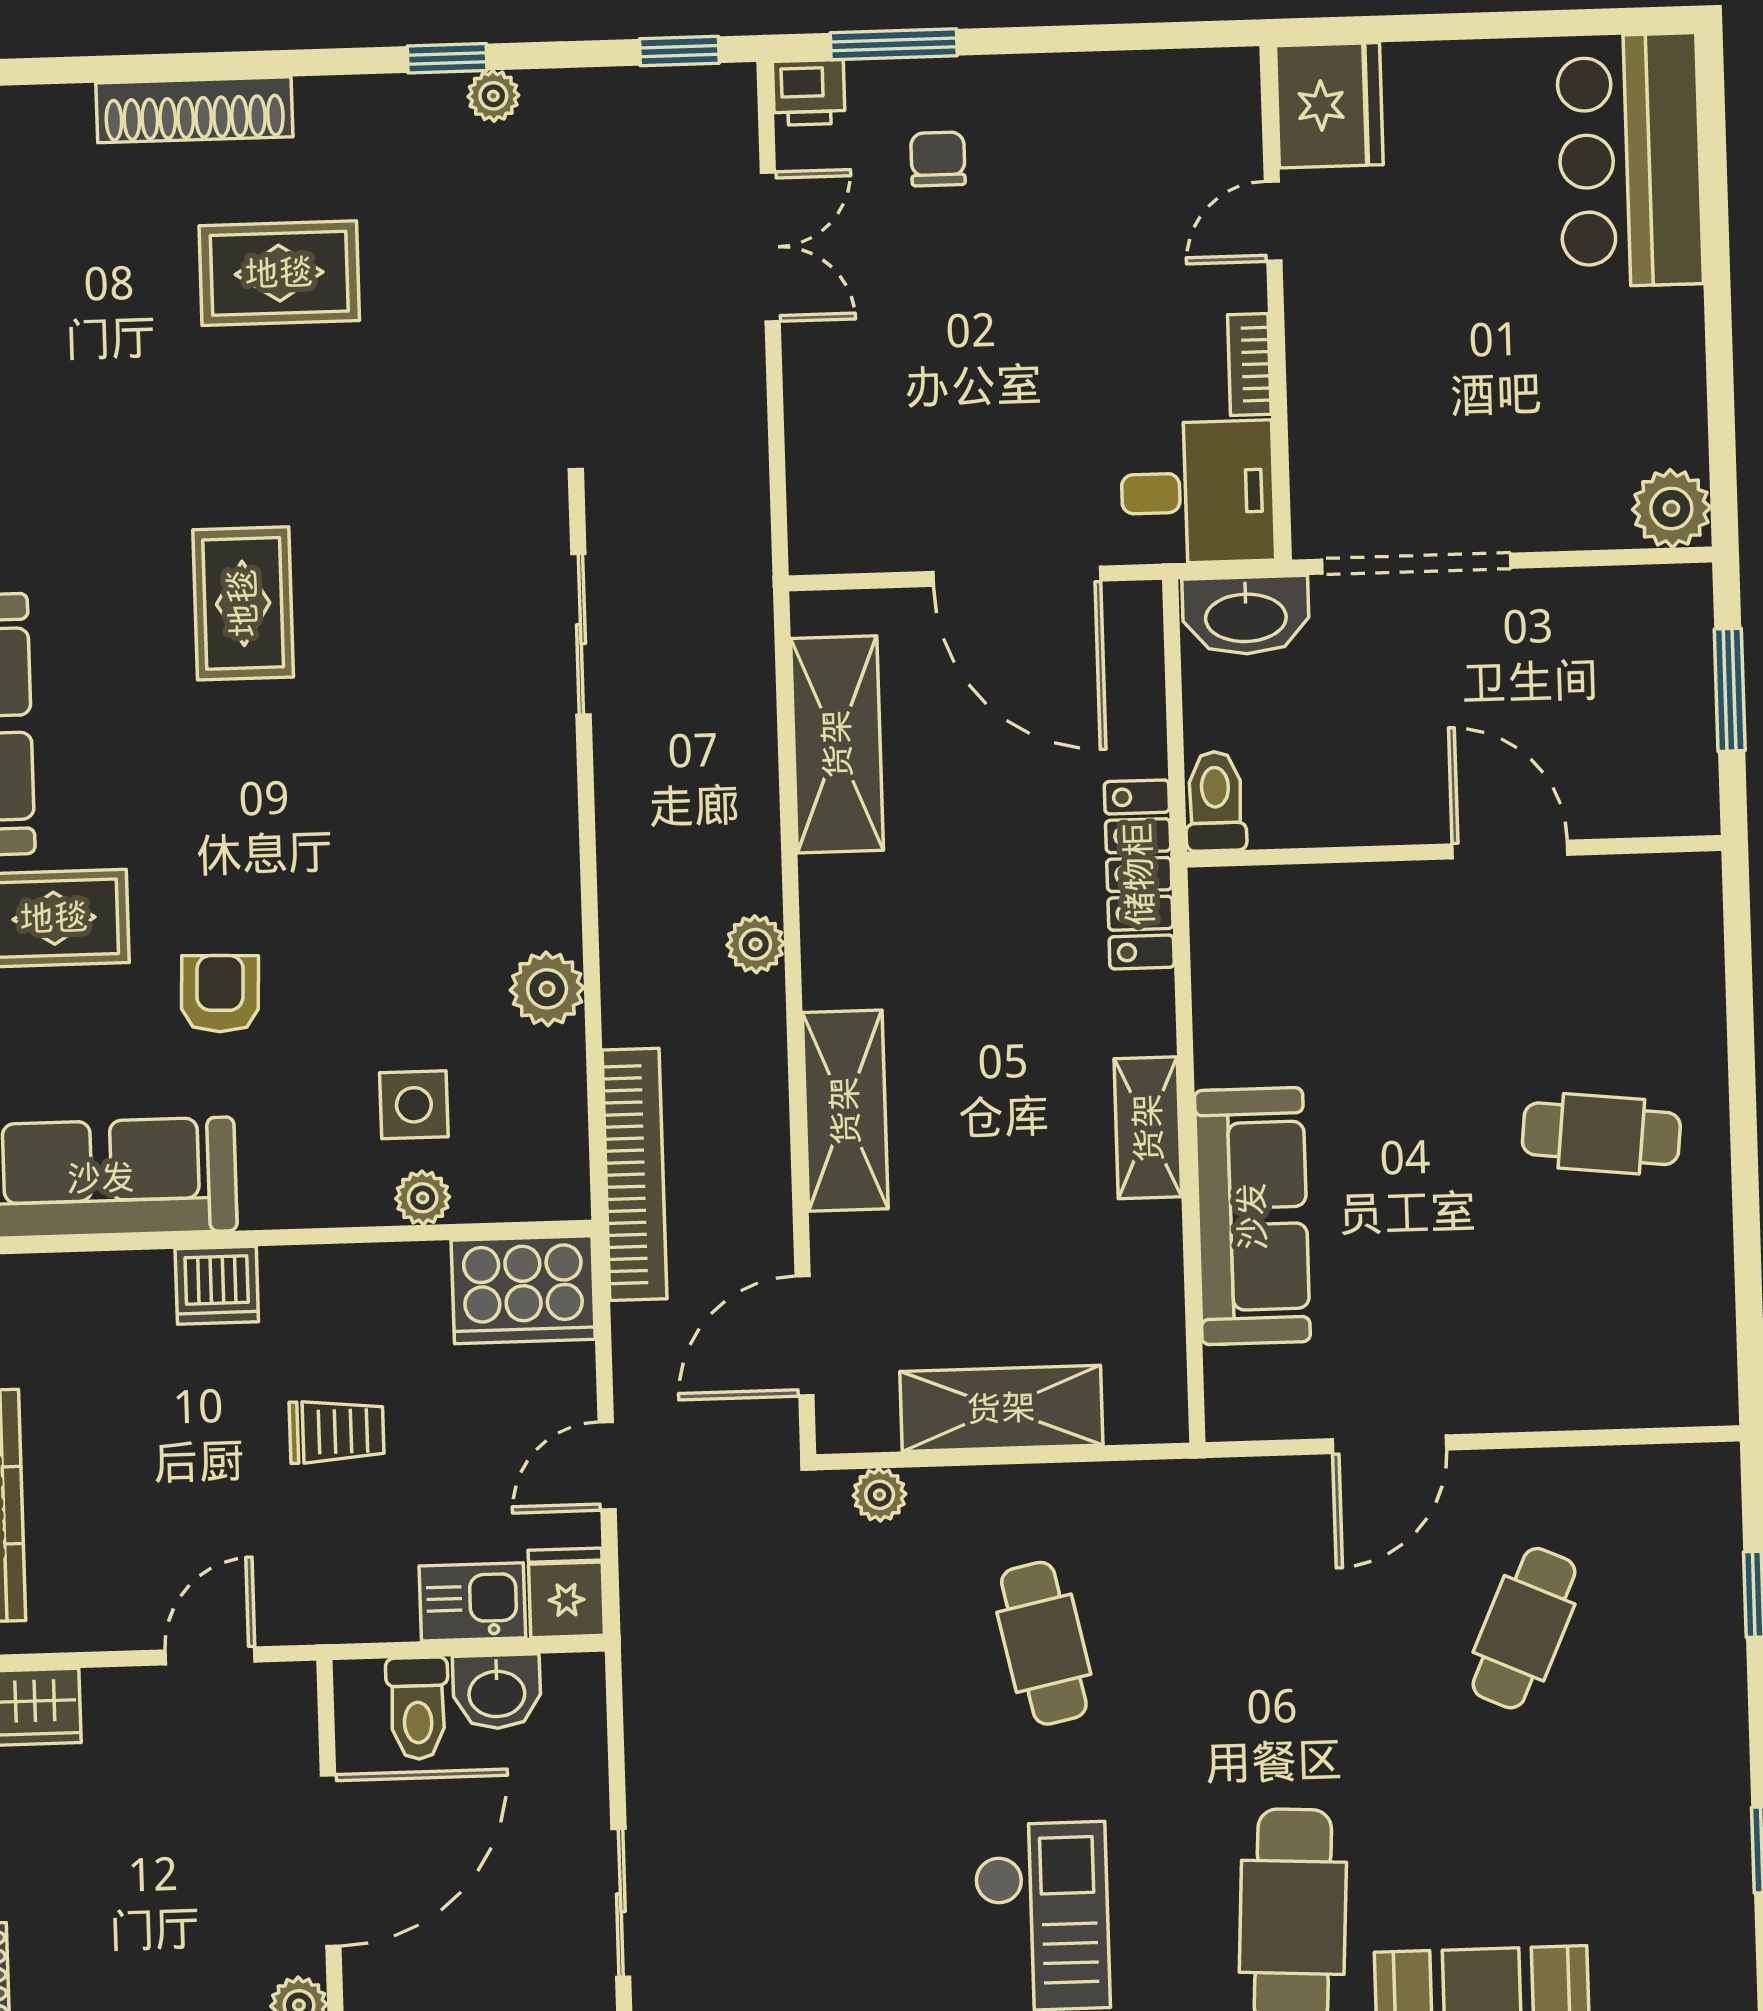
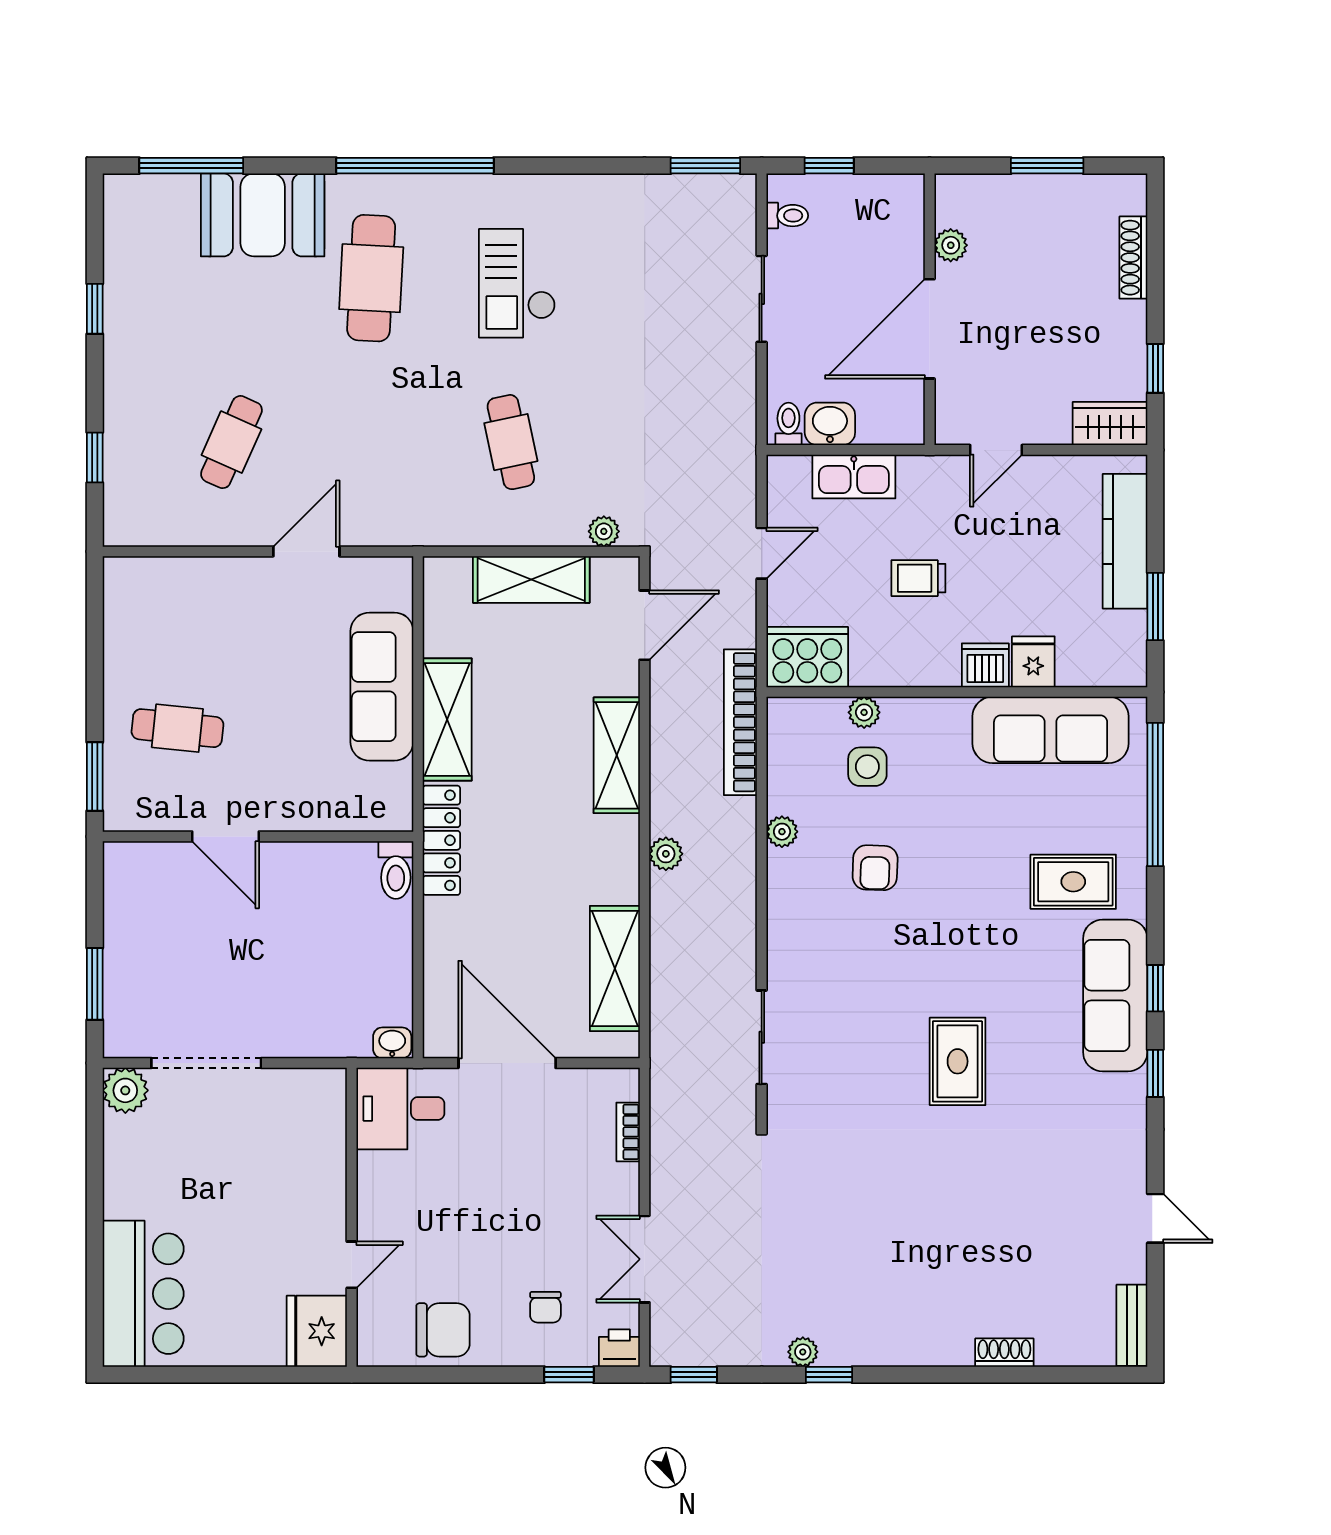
window: (894, 44) -> (569, 1375), width x0.67
shoe rack: (194, 110) -> (1004, 1353), width x0.51, depth x0.81
chair: (1113, 114) -> (443, 1330), added
rug: (279, 273) -> (931, 1253), removed
bookcase: (1249, 364) -> (628, 1132), moved, turned 180
doorway: (1416, 564) -> (206, 1063), moved
washbasin: (1246, 616) -> (392, 1043), width x0.52, depth x0.69
toilet: (1215, 801) -> (396, 870), moved
door: (1510, 850) -> (225, 836), moved
wall: (1454, 851) -> (258, 836), moved
locker: (1139, 874) -> (441, 840), moved
plant: (547, 989) -> (782, 832), width x0.73, depth x0.73
armchair: (220, 994) -> (875, 868), moved
window: (1741, 1046) -> (95, 776), added
shelving: (1148, 1128) -> (447, 720), width x1.50, depth x1.33
fridge: (566, 1593) -> (1033, 662), moved, turned 180
kitchen sink: (472, 1602) -> (854, 477), width x1.38
toilet: (418, 1708) -> (788, 424), moved, width x0.73, depth x0.72

